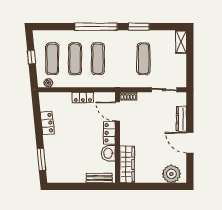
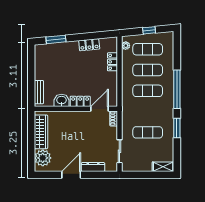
locker: (83, 97) -> (112, 62), moved
wardrobe: (127, 164) -> (41, 132), moved, turned -90

